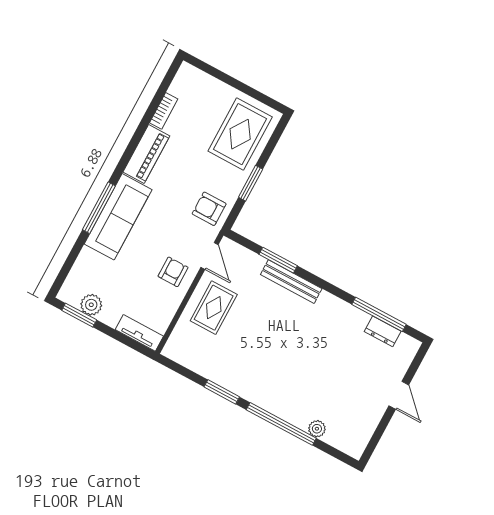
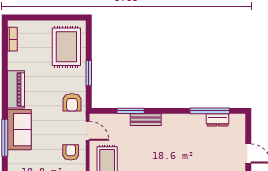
bookcase: (164, 111) -> (12, 39), moved
armchair: (209, 209) -> (72, 102), turned -90
sofa: (118, 217) -> (19, 130), width x0.73
bench: (291, 282) -> (146, 120), width x0.73

